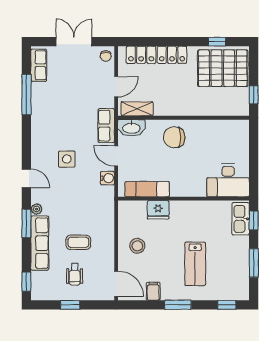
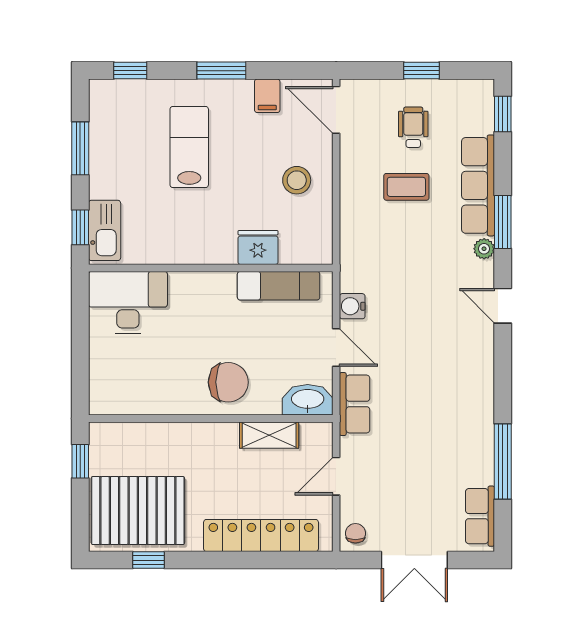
shelving: (137, 109) -> (269, 435), moved
side table: (67, 159) -> (428, 342), removed

